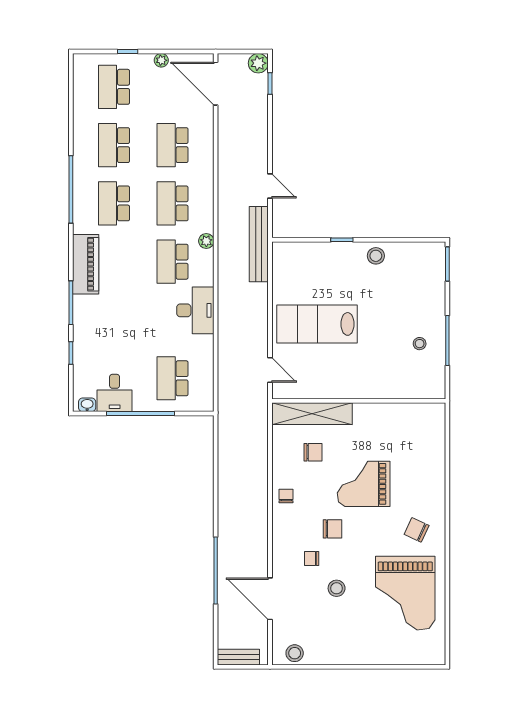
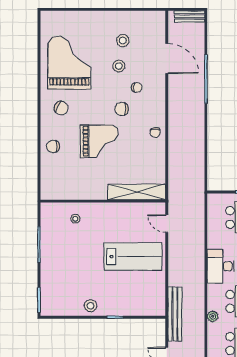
stool: (420, 344) -> (75, 219), moved
chair: (313, 452) -> (53, 146), moved
stool: (295, 653) -> (123, 41), moved

